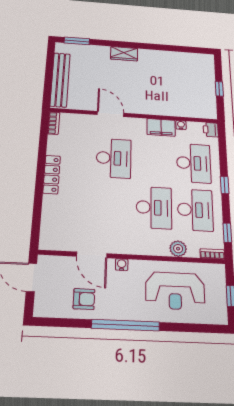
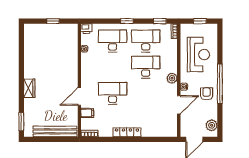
filing cabinet: (161, 127) -> (87, 113), moved, width x0.50
plant: (178, 249) -> (172, 78), moved
armchair: (84, 299) -> (207, 94), moved
plant: (54, 308) -> (212, 125), added

